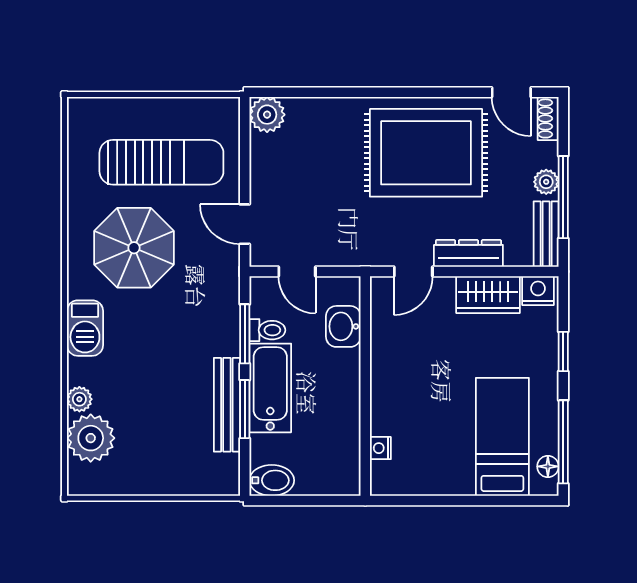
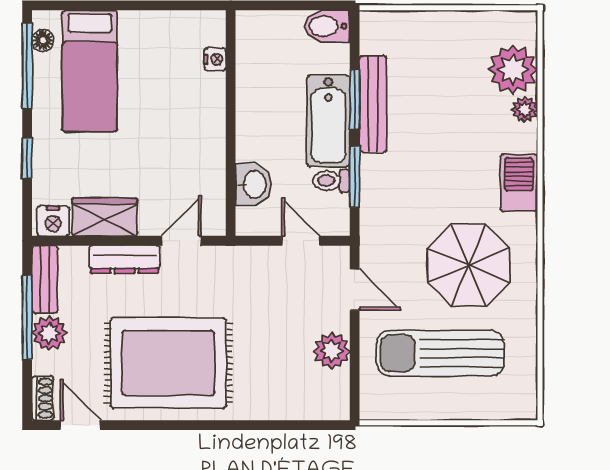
plant: (267, 115) -> (332, 351), moved
plant: (546, 182) -> (49, 333), width x1.38, depth x1.38

